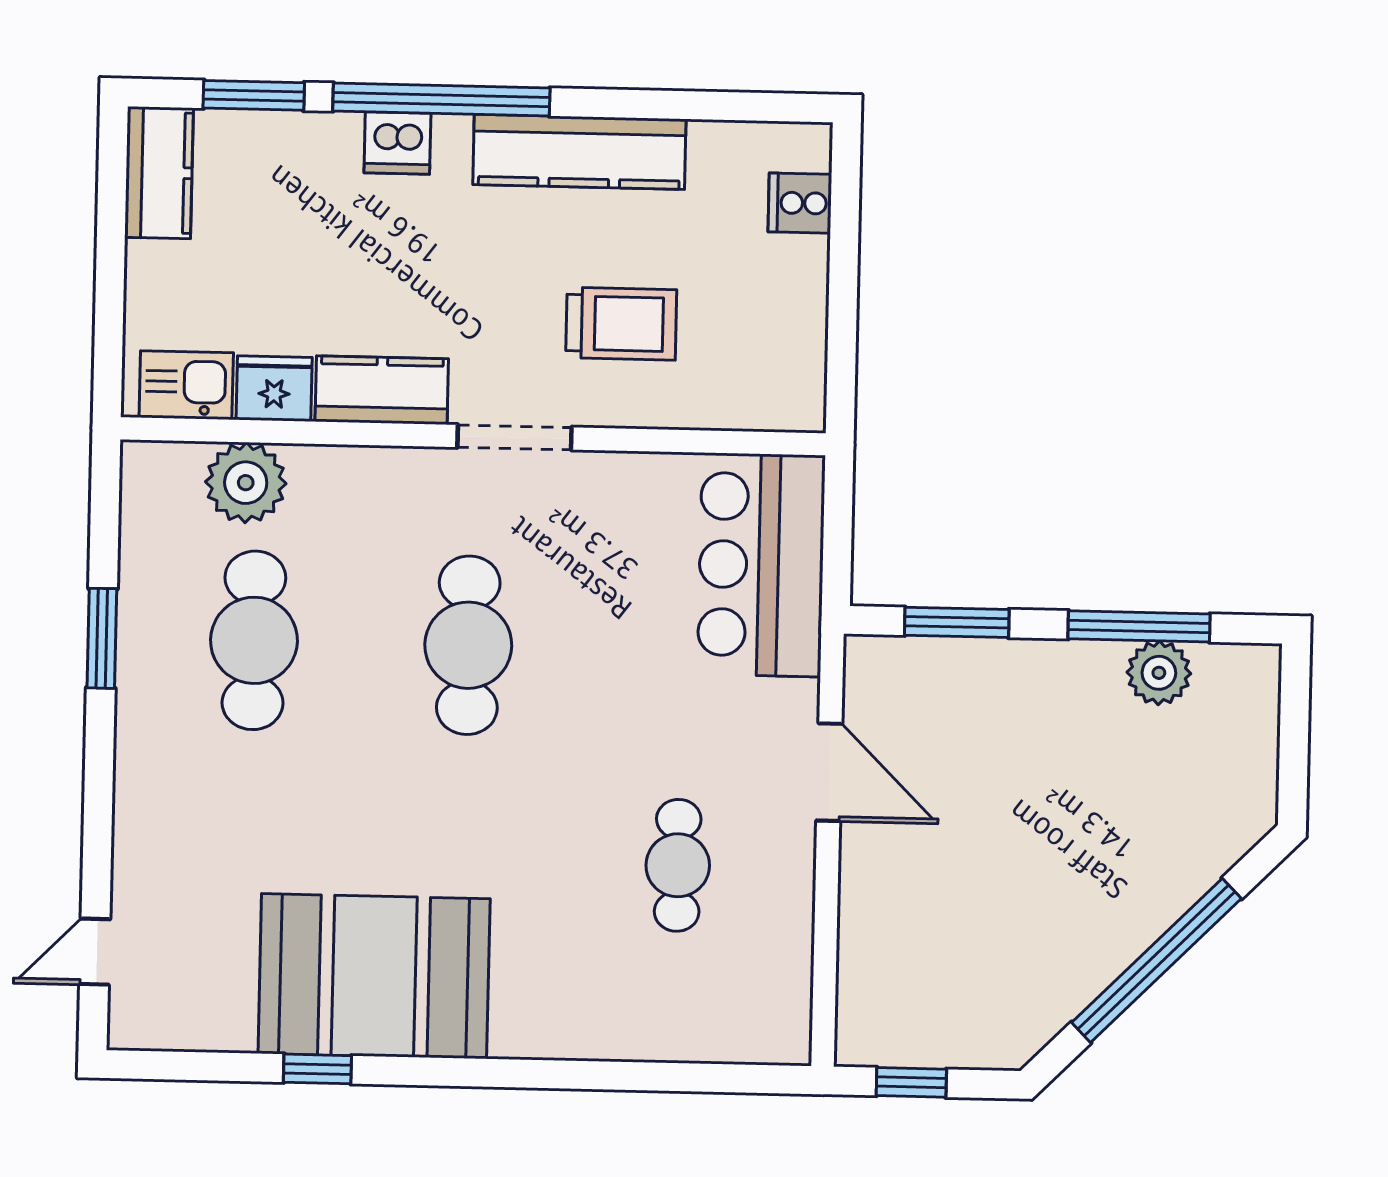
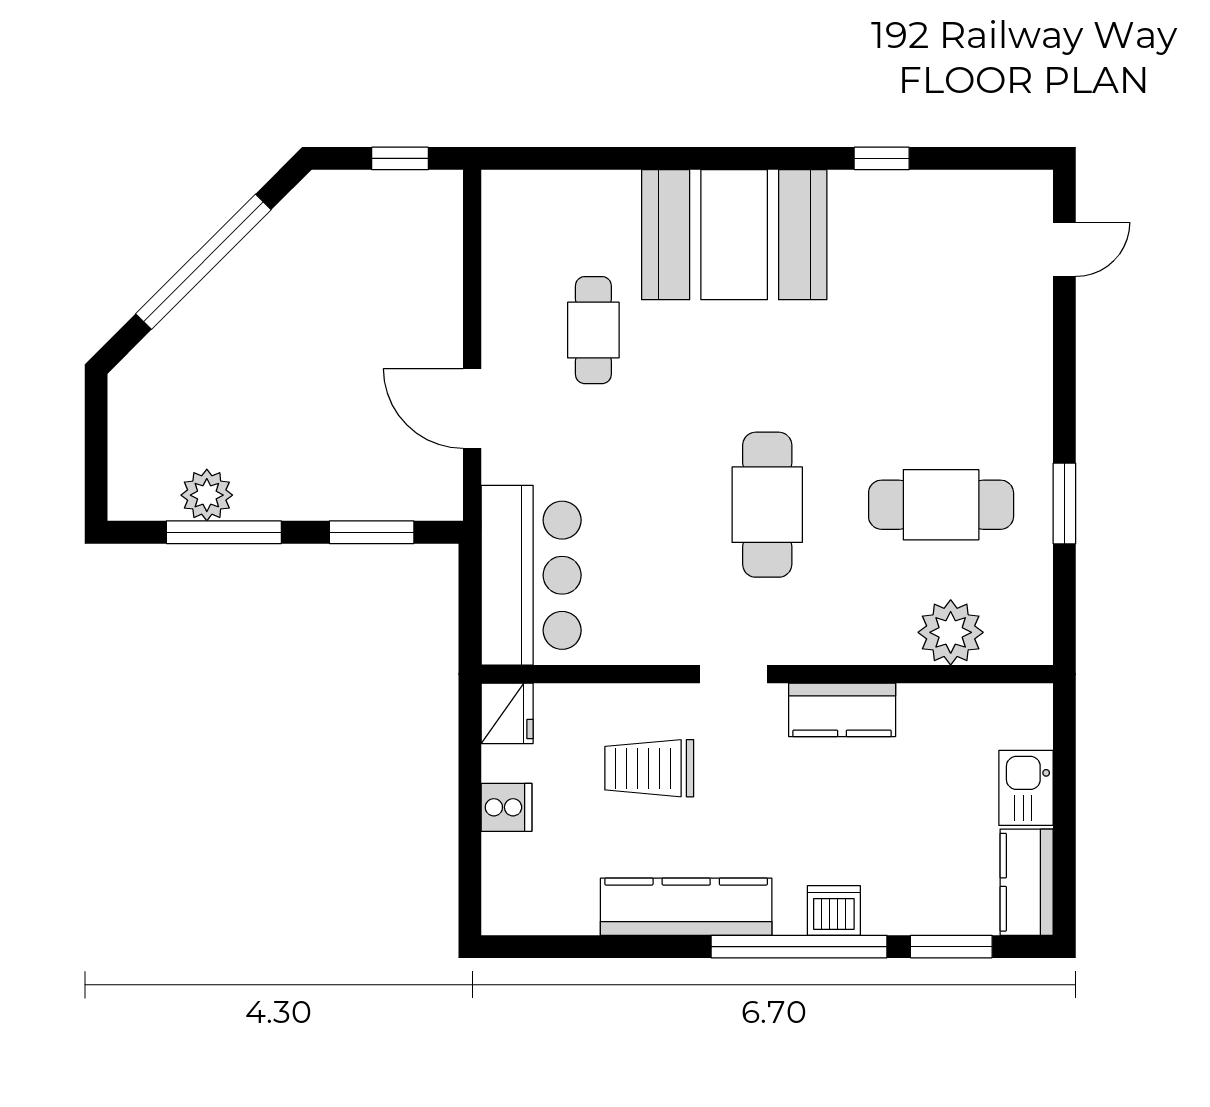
cooker: (800, 203) -> (506, 807), moved
kitchen sink: (186, 385) -> (1026, 788), moved, turned 90
fridge: (274, 389) -> (507, 713), moved, turned -90
doorway: (515, 437) -> (734, 674), width x0.73
cafe table: (254, 640) -> (941, 505), turned 90
booth: (374, 976) -> (734, 235), moved

